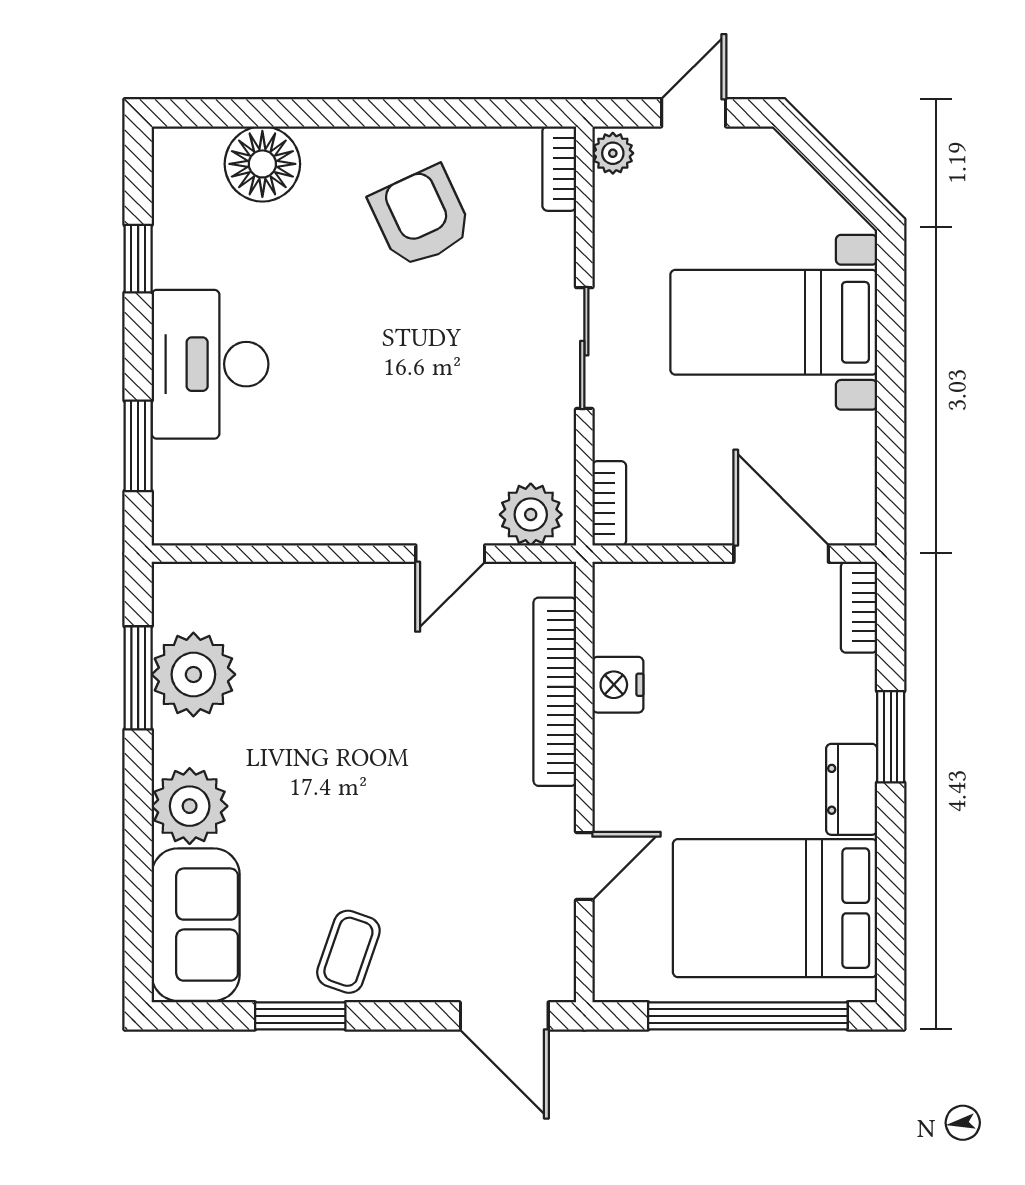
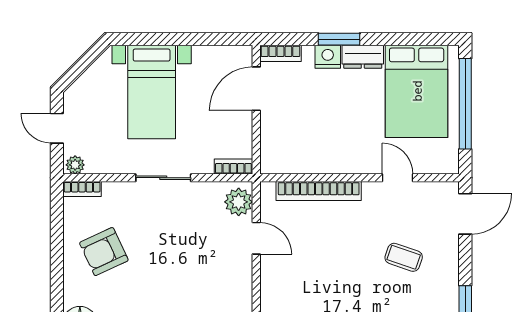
nightstand: (618, 685) -> (328, 57), moved, turned 180
coffee table: (348, 952) -> (404, 257), moved

